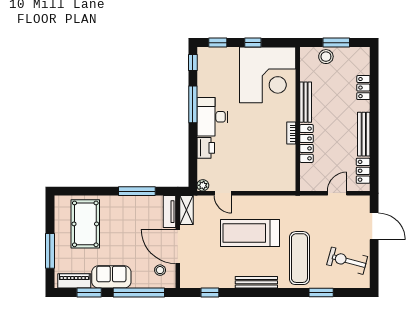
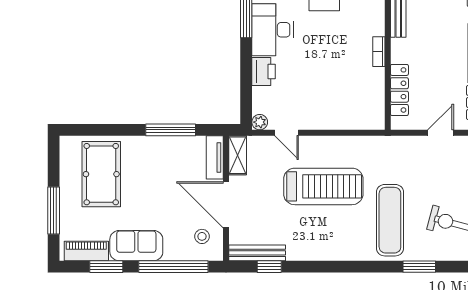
locker: (306, 143) -> (399, 90), moved
treadmill: (250, 233) -> (323, 186), turned 180
bench: (256, 282) -> (257, 253), moved

